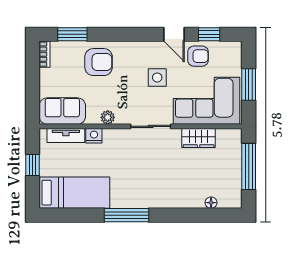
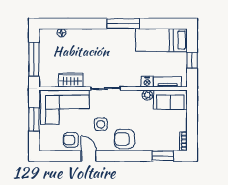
window: (209, 34) -> (63, 156), removed
armchair: (99, 62) -> (124, 139), moved
plant: (108, 117) -> (147, 95), moved

